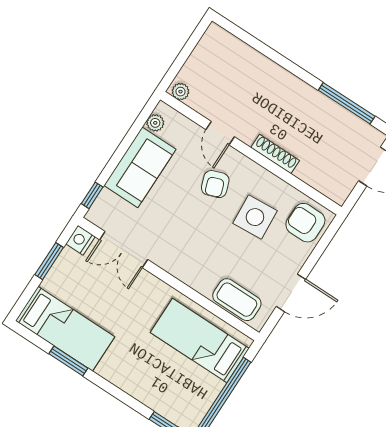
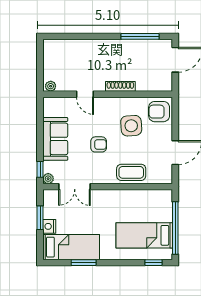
plant: (155, 123) -> (48, 179), moved
armchair: (215, 184) -> (99, 144), moved, turned -70
nightstand: (80, 240) -> (49, 226), moved
coffee table: (237, 300) -> (131, 172), moved
bed: (200, 341) -> (144, 235), moved

